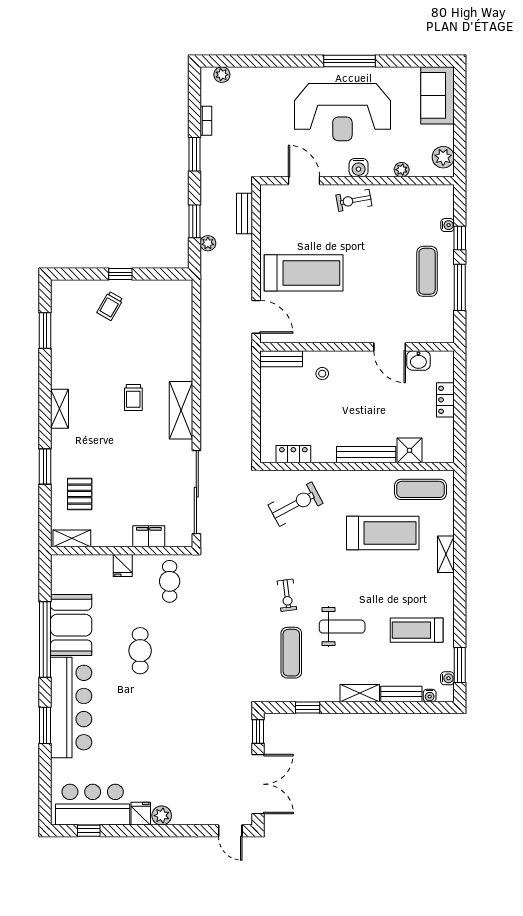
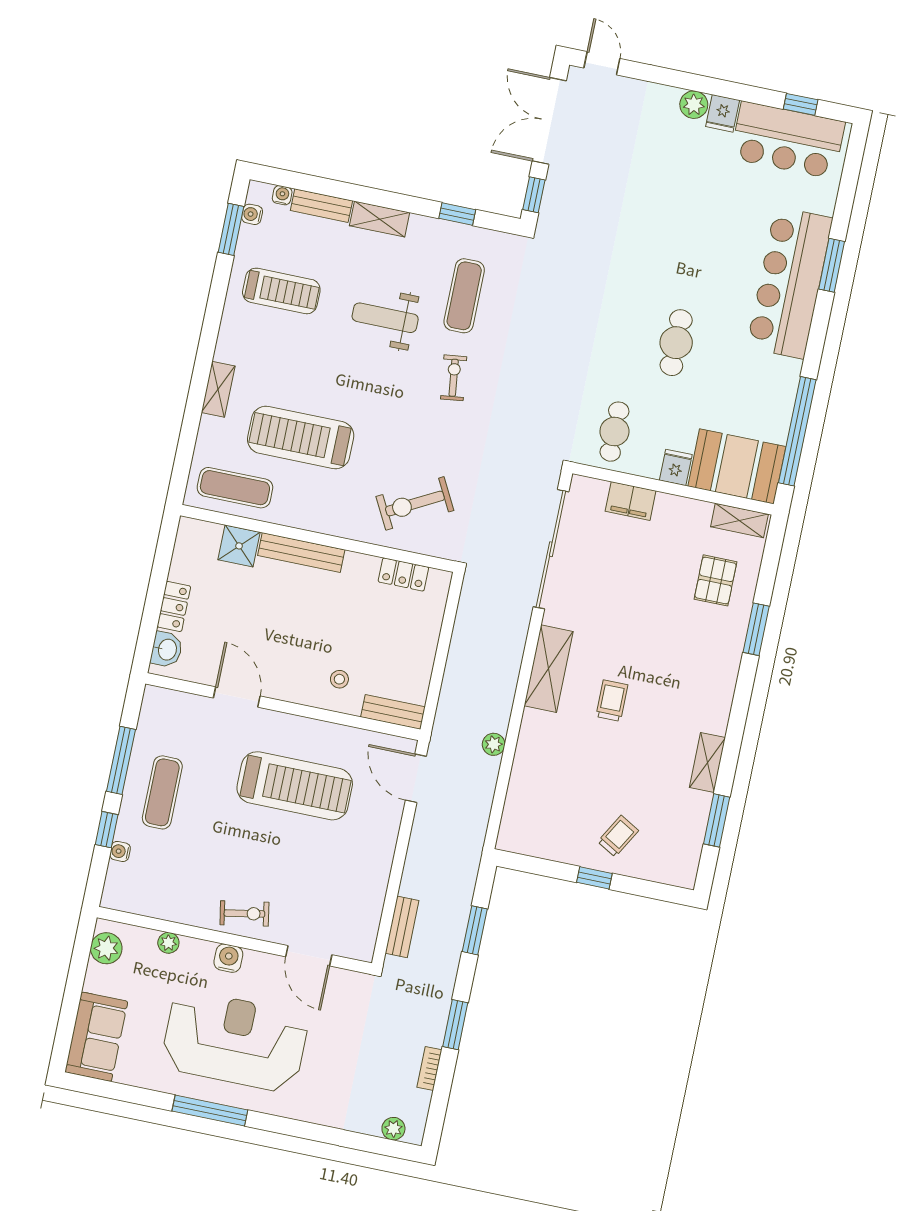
plant: (208, 243) -> (494, 744), moved
treadmill: (304, 273) -> (295, 786), moved, turned 180
washbasin: (418, 361) -> (167, 649), moved, turned 90
shelving: (59, 409) -> (707, 762), moved
booth: (71, 625) -> (737, 466), moved, turned 90
window: (45, 639) -> (797, 431), moved

